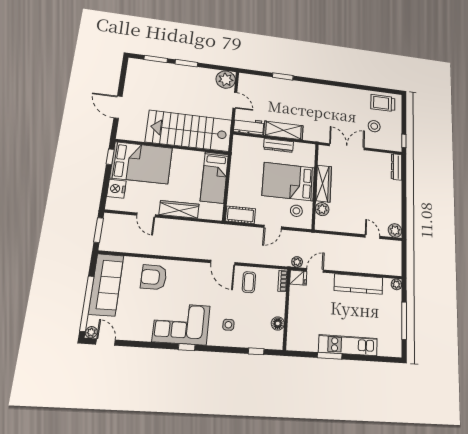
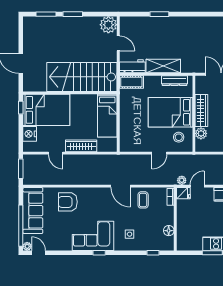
dresser: (278, 145) -> (175, 81), moved
cot: (240, 215) -> (131, 82), moved

